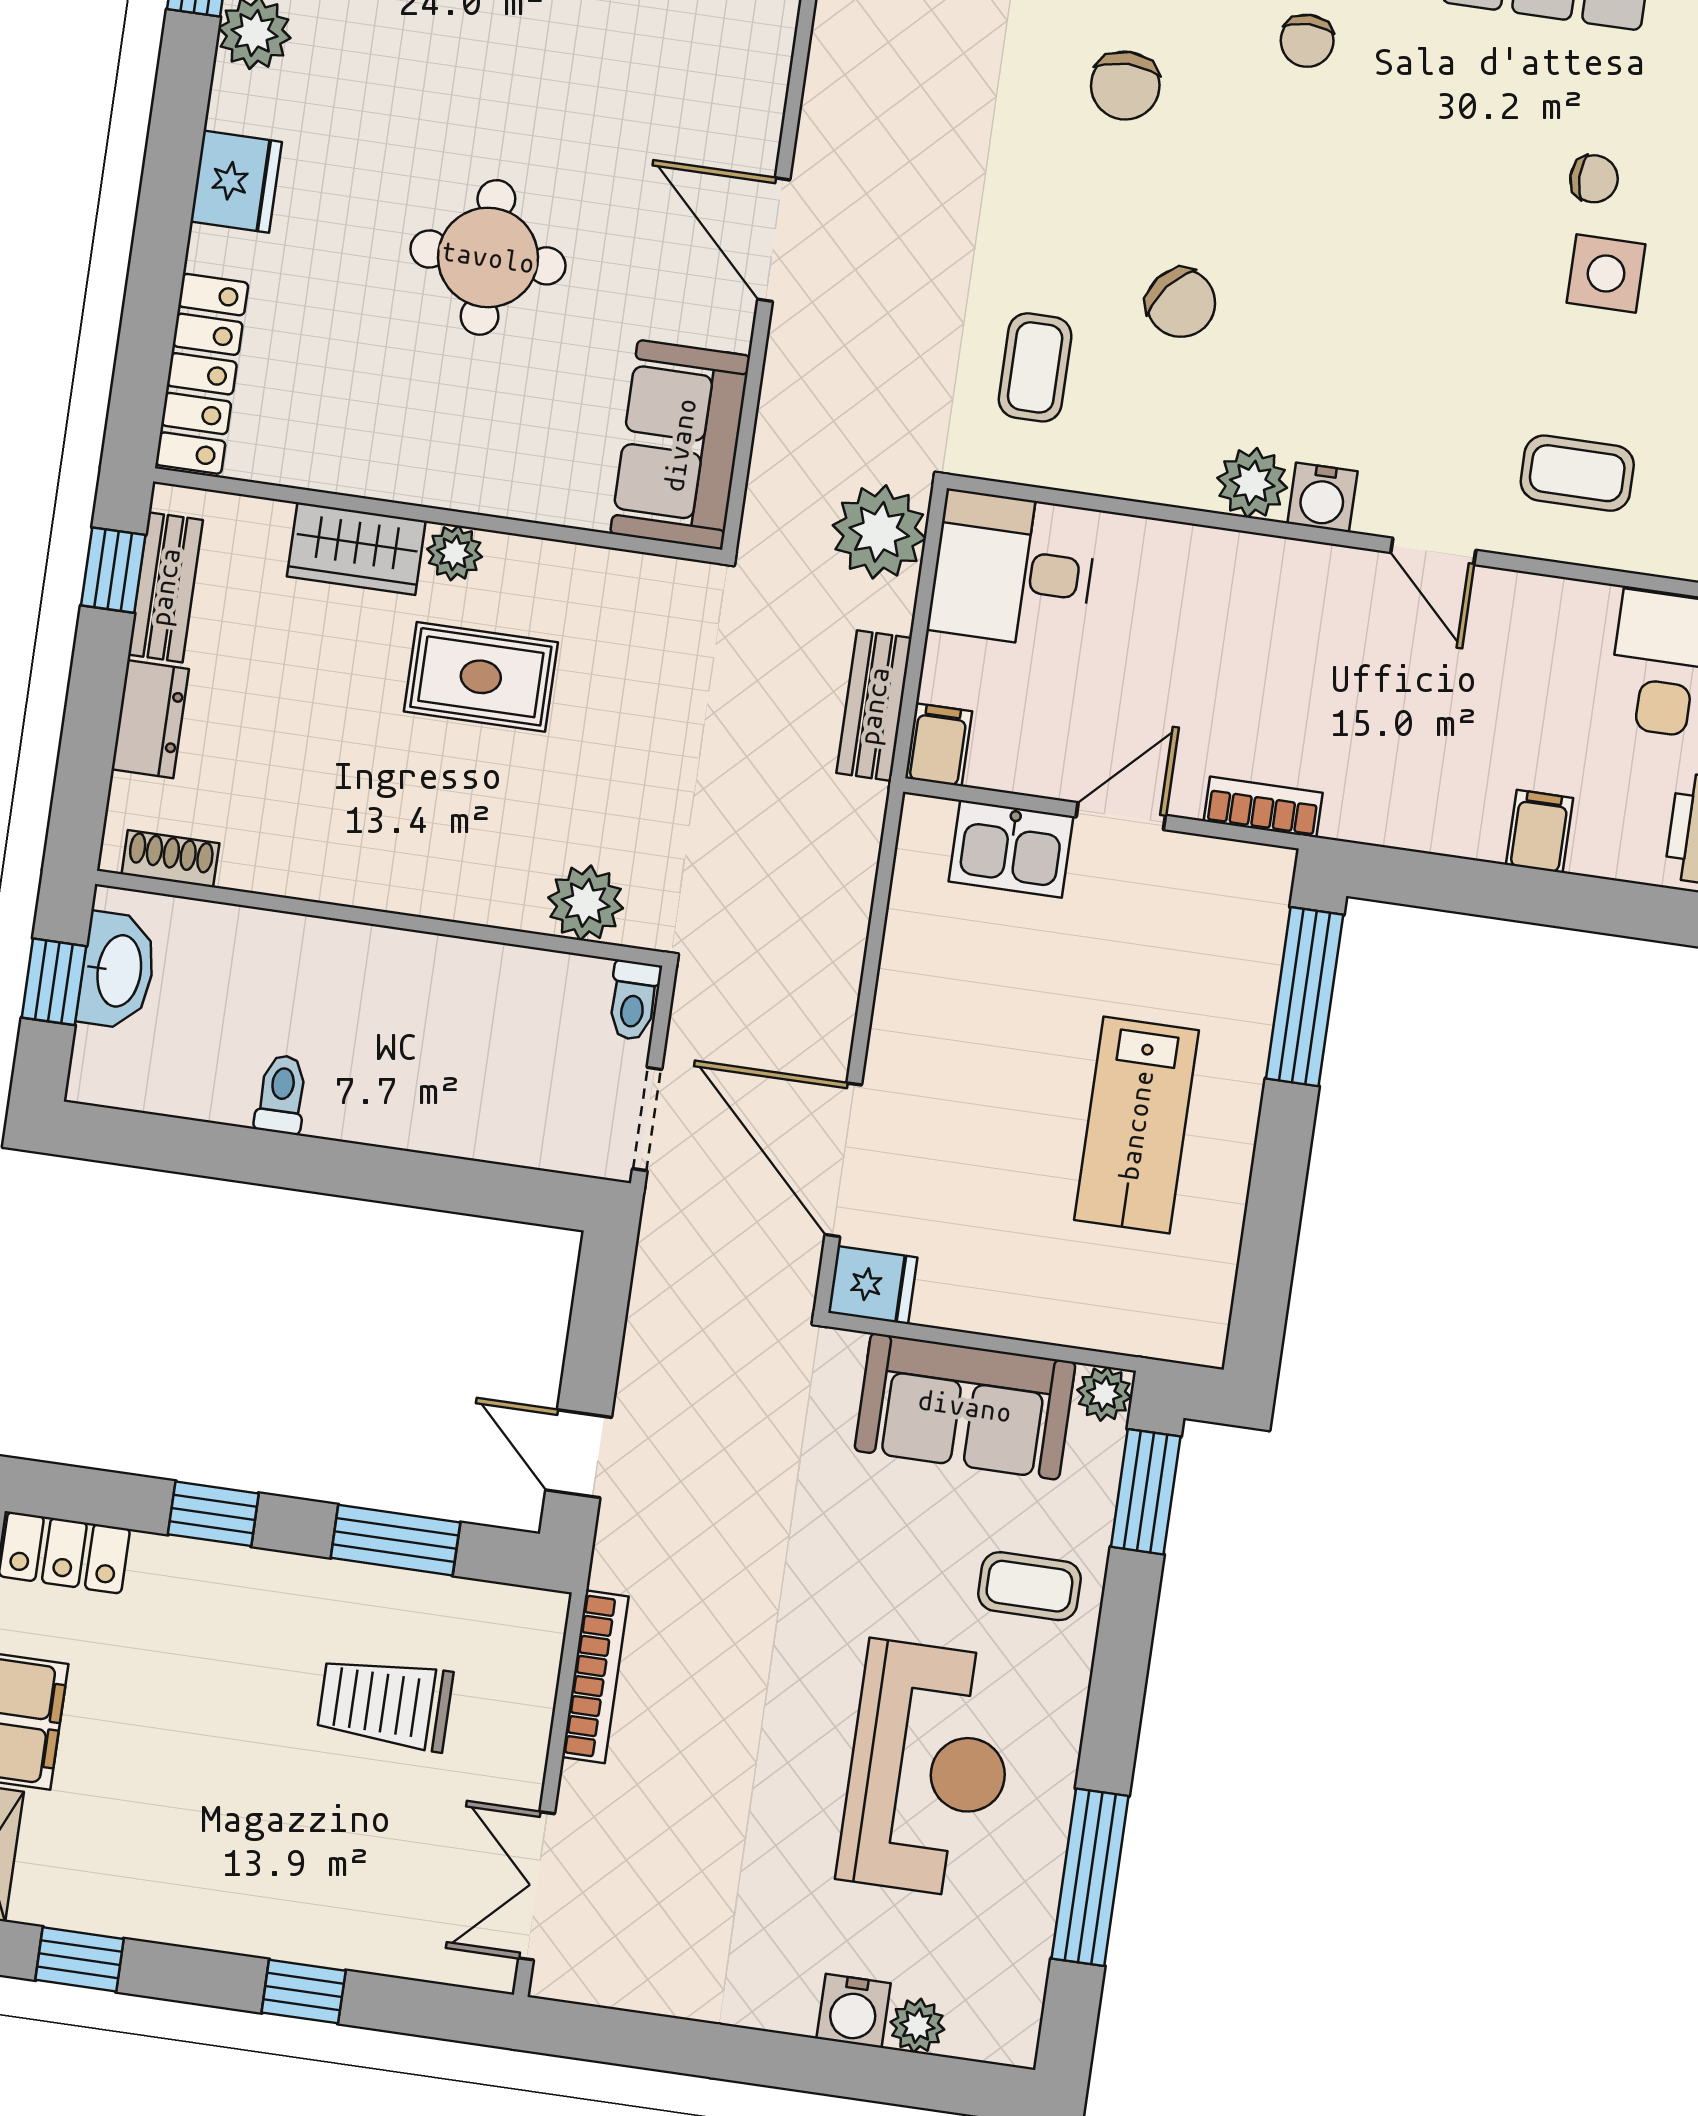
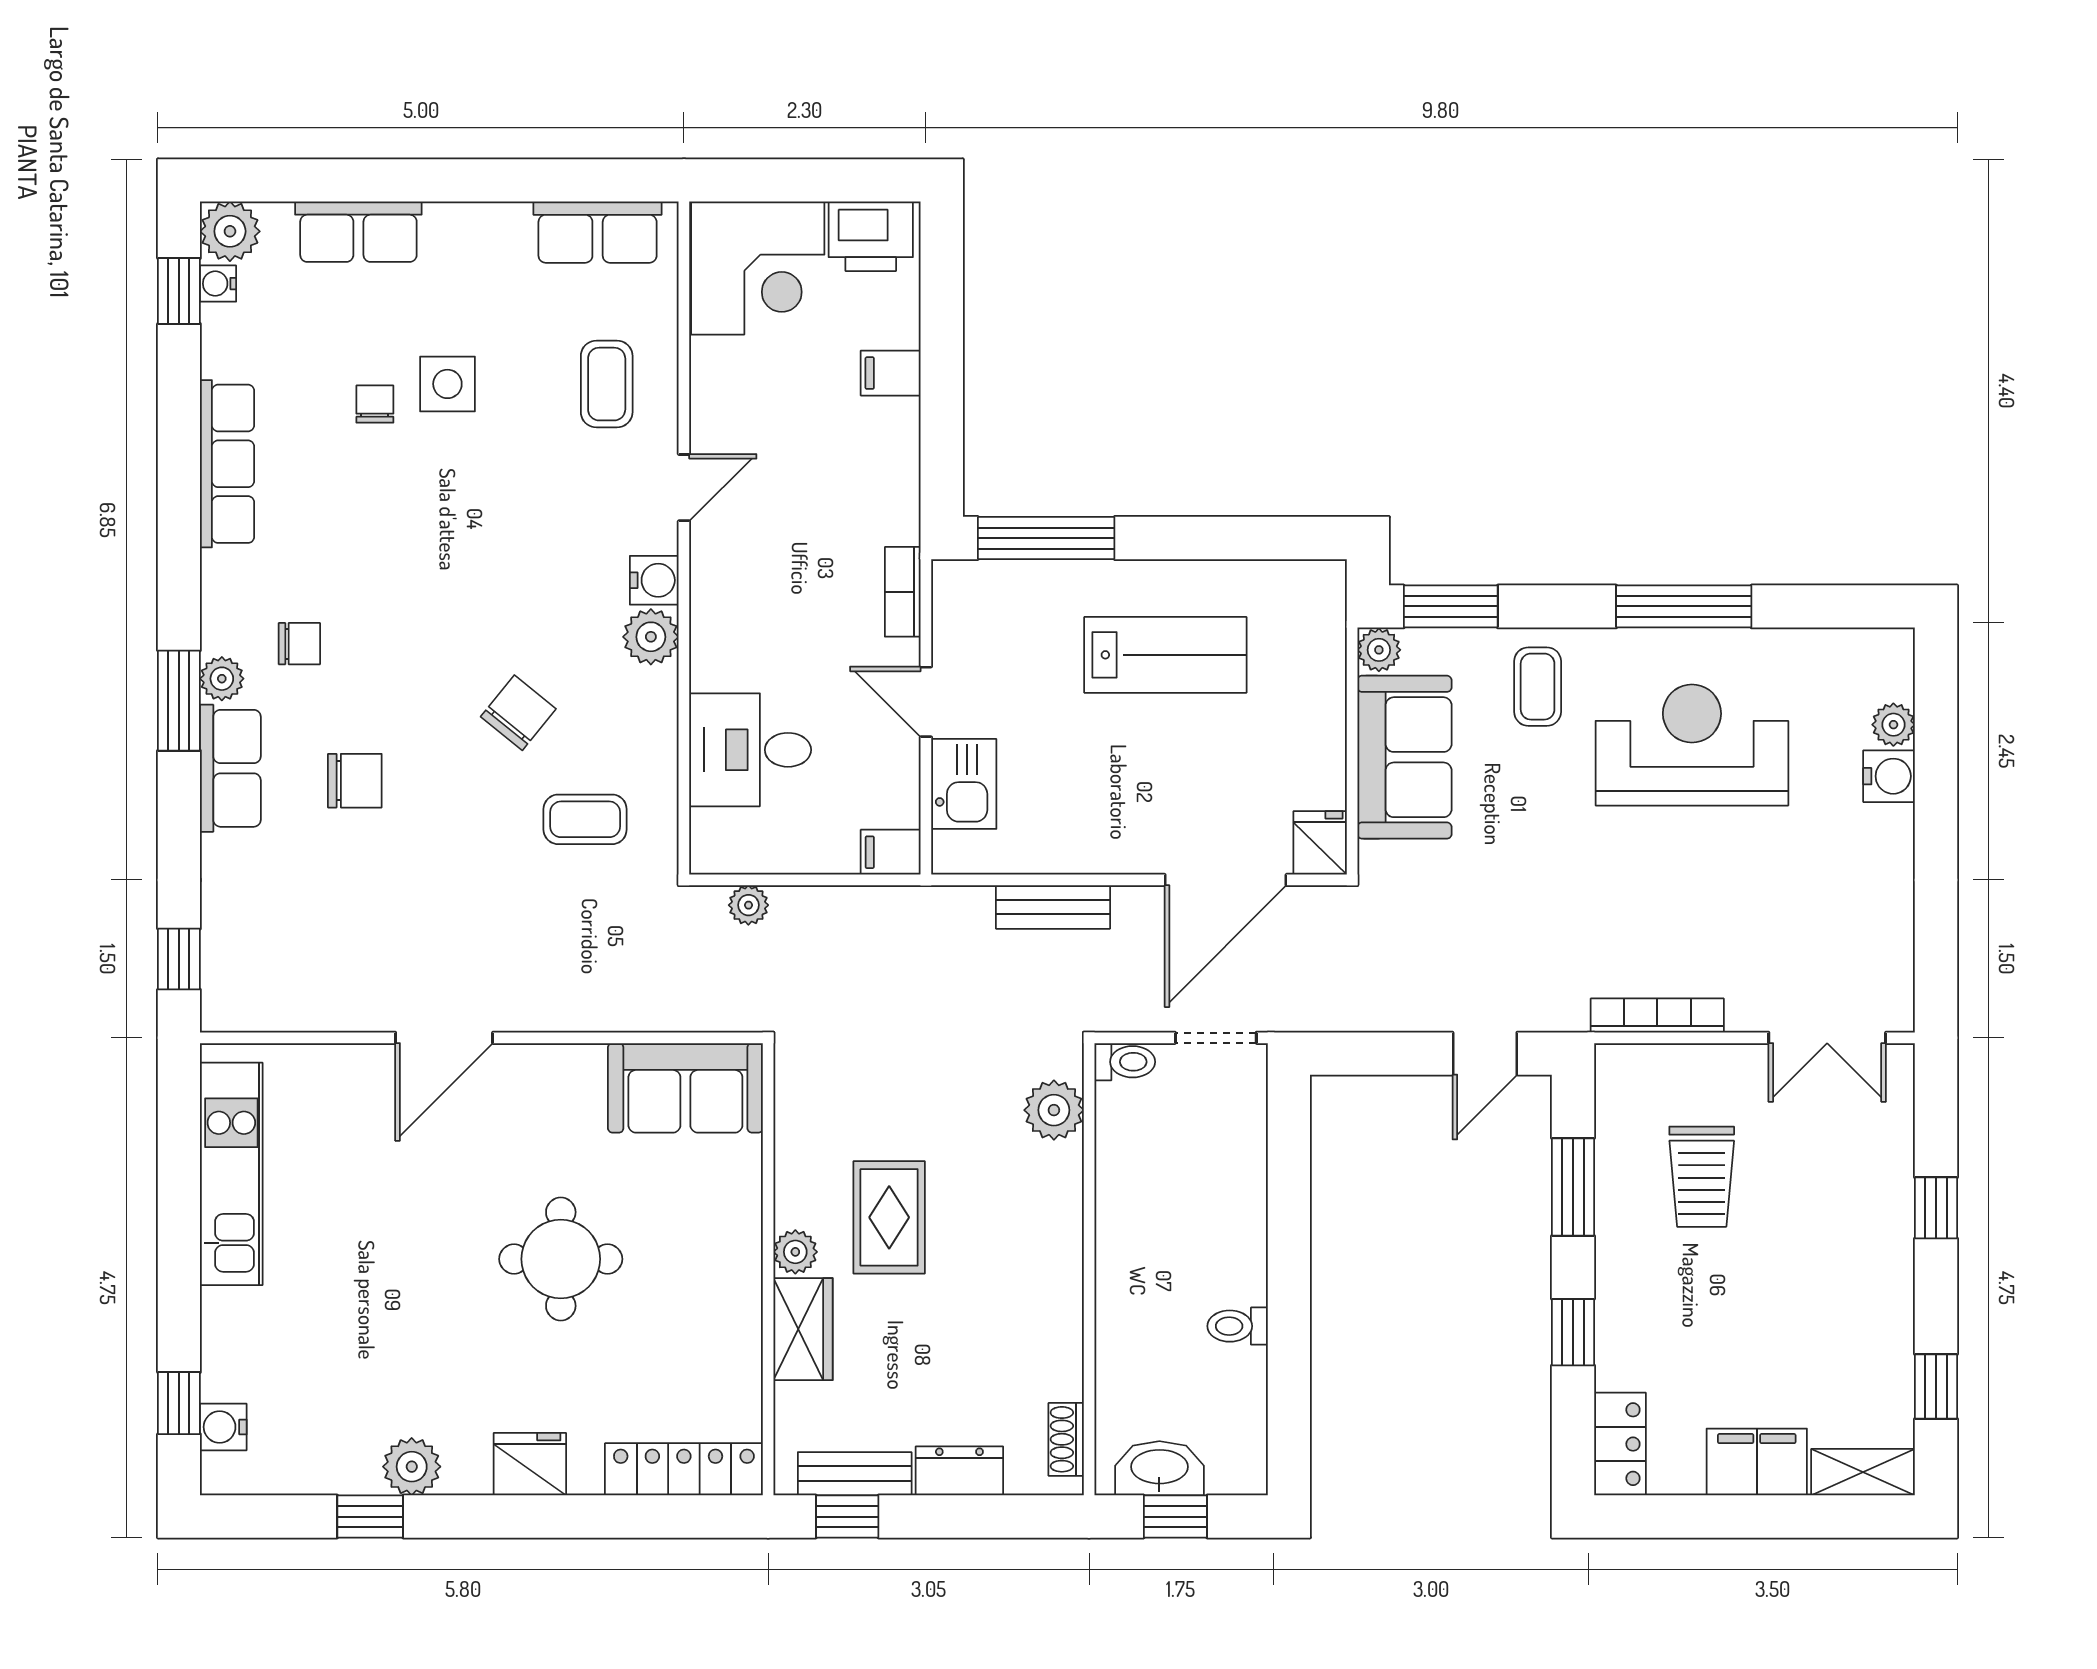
door: (774, 240) -> (444, 1038), moved
plant: (879, 532) -> (748, 905), width x0.53, depth x0.53
desk: (1013, 570) -> (750, 750), moved, turned 90
bench: (874, 706) -> (1053, 907), moved
window: (1090, 1877) -> (1684, 606), moved

